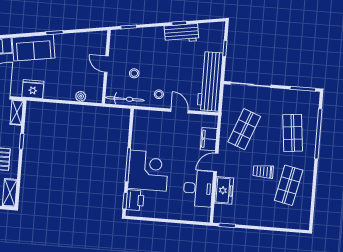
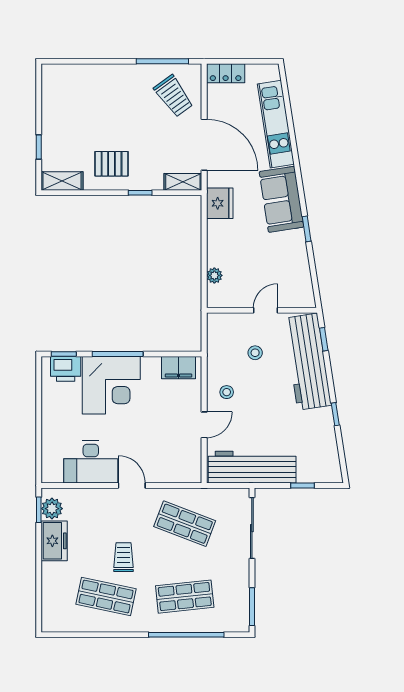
workbench: (181, 33) -> (308, 362), moved, width x1.88, depth x1.32
bicycle: (125, 99) -> (216, 342), removed
filing cabinet: (209, 139) -> (179, 368), moved, turned 180
freezer: (224, 190) -> (54, 541), moved, turned -90
plant: (227, 217) -> (52, 509), added

